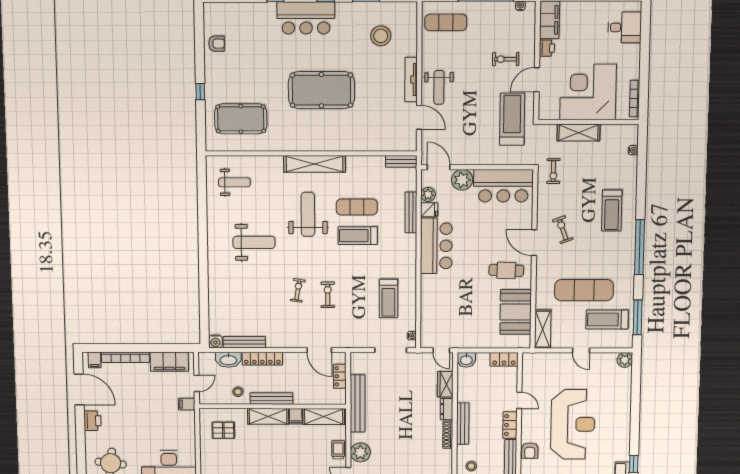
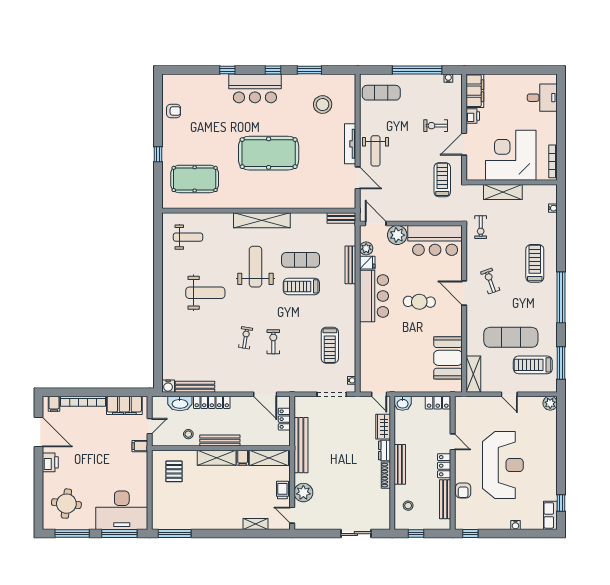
treadmill: (512, 119) -> (442, 180), width x0.73, depth x0.73
treadmill: (612, 211) -> (535, 263), turned 180
cafe table: (506, 270) -> (419, 302), moved
pallet: (223, 430) -> (174, 471), turned 90

